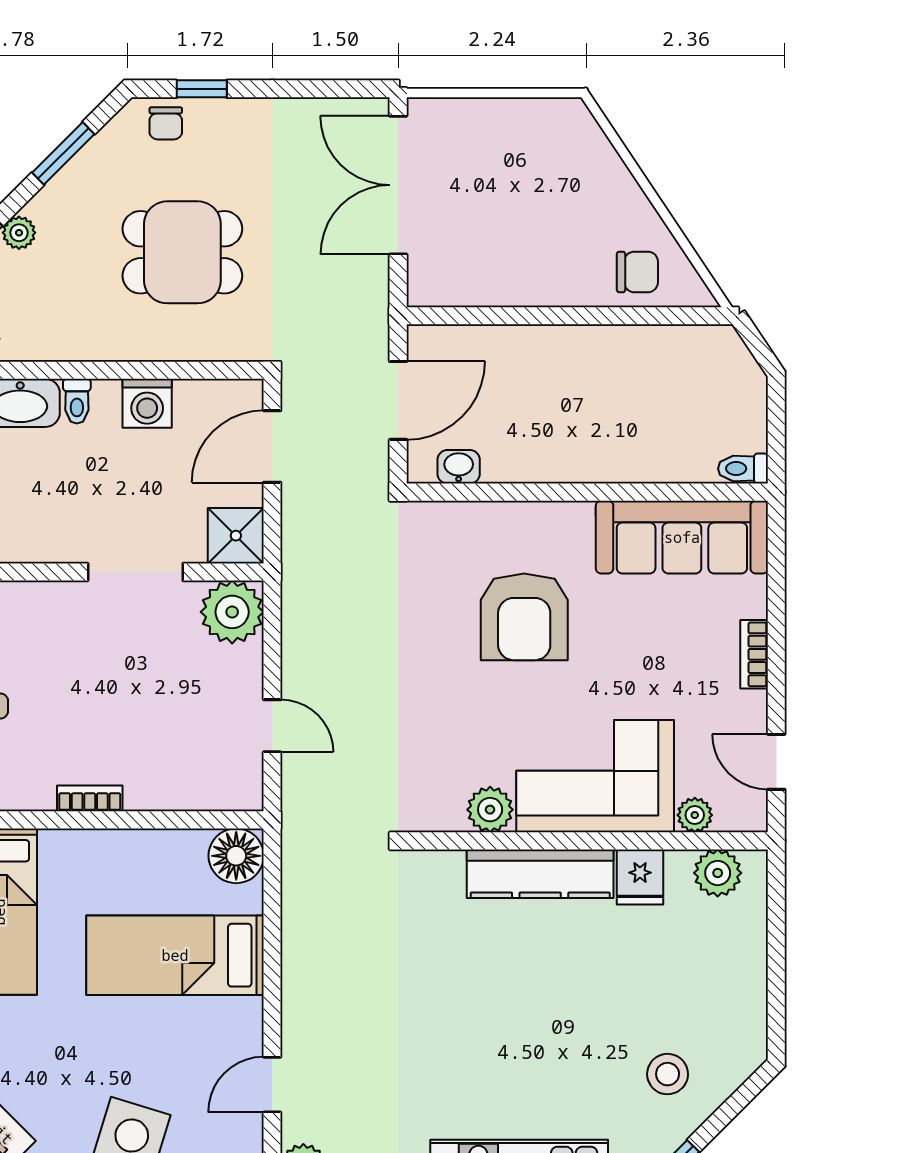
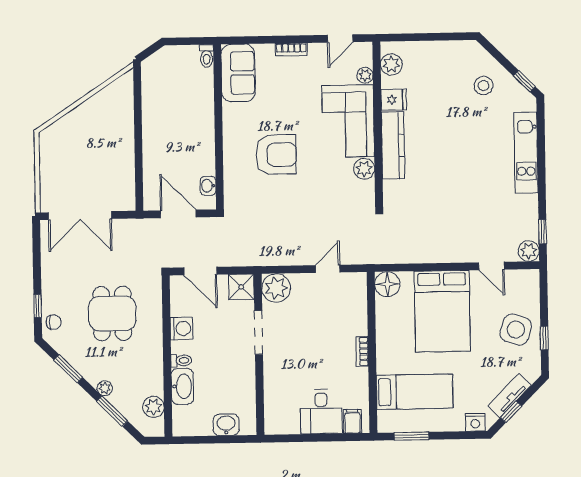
chair: (637, 272) -> (118, 106), removed
sofa: (682, 537) -> (238, 73), width x0.73
bed: (175, 955) -> (442, 311), width x1.50

